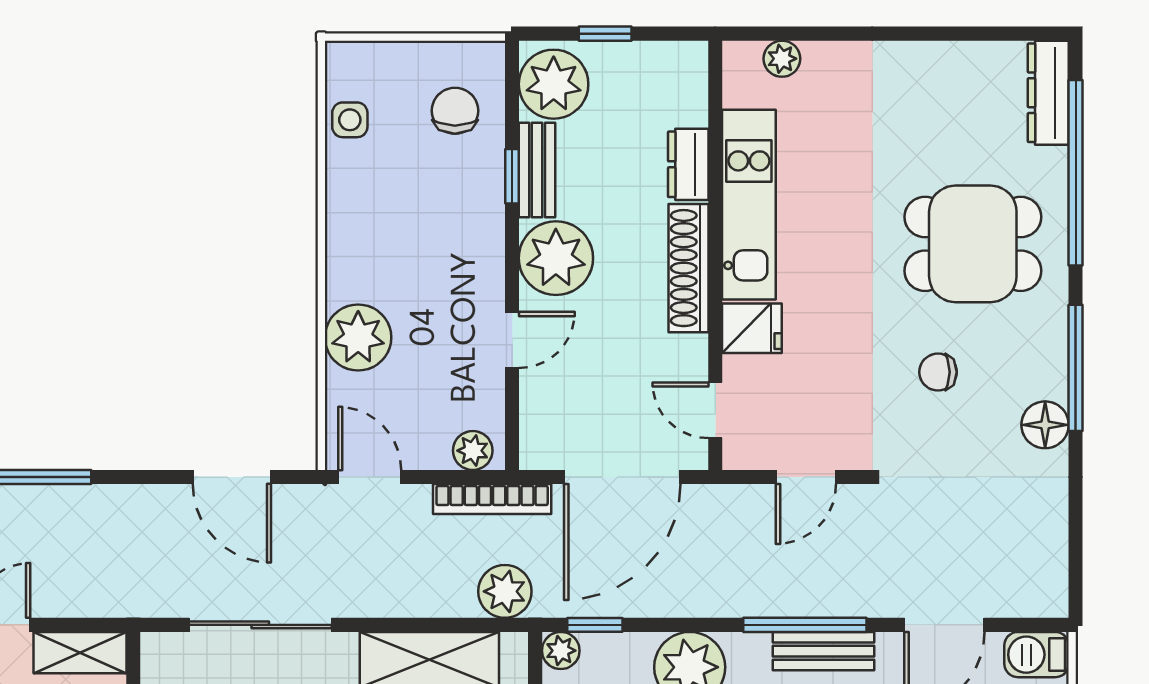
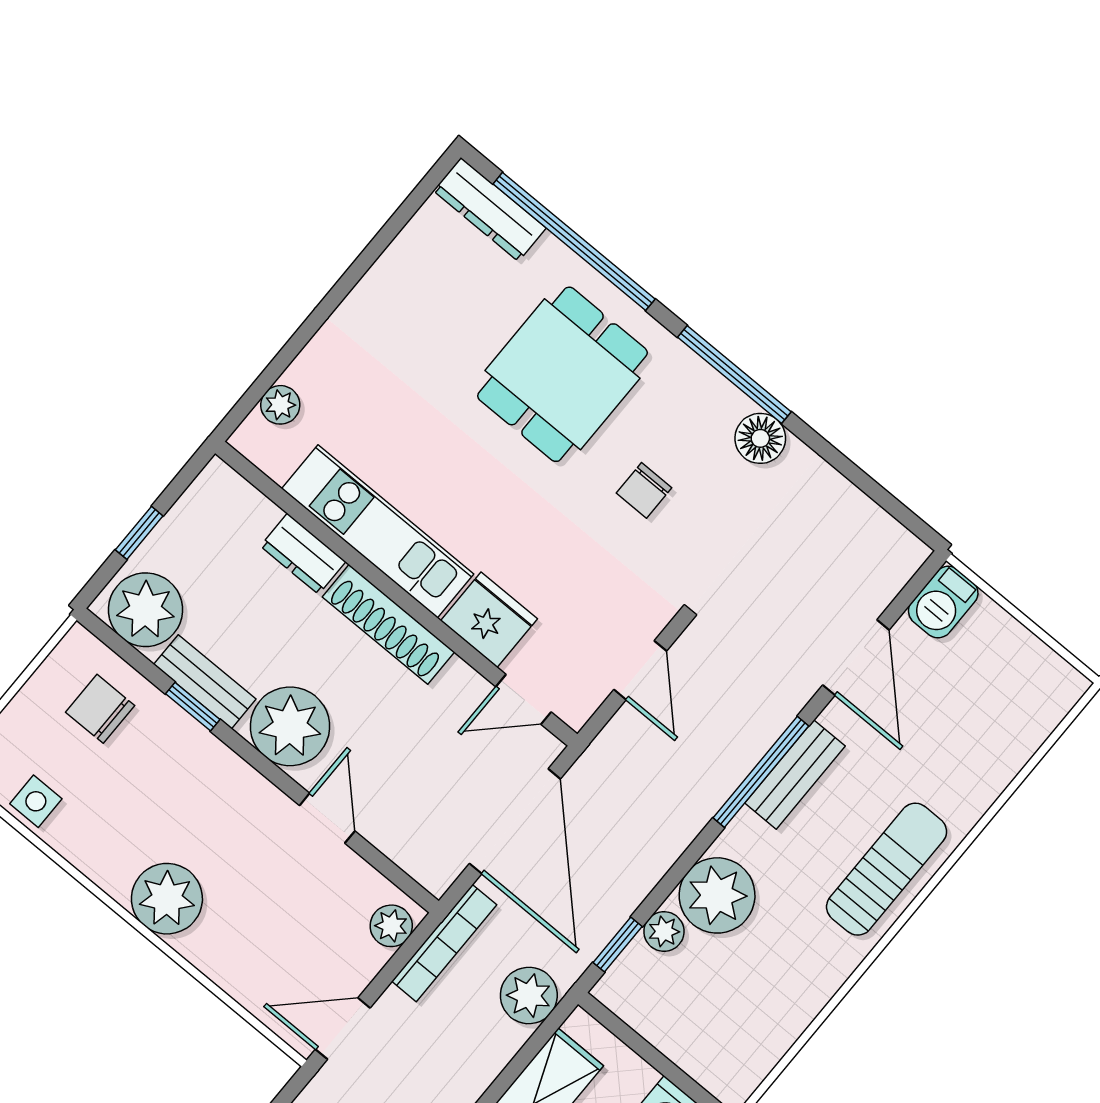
fridge: (752, 328) -> (489, 620), width x1.38
plant: (358, 337) -> (167, 899), moved
plant: (561, 651) -> (664, 931), moved

